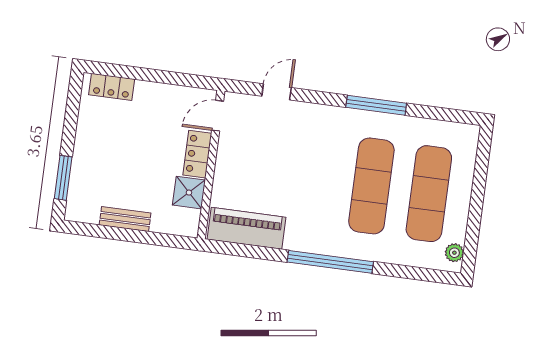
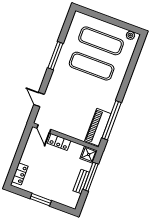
window: (63, 178) -> (41, 200), moved
shower: (189, 193) -> (89, 155), moved
window: (140, 236) -> (91, 177), added
window: (330, 262) -> (112, 120), moved

